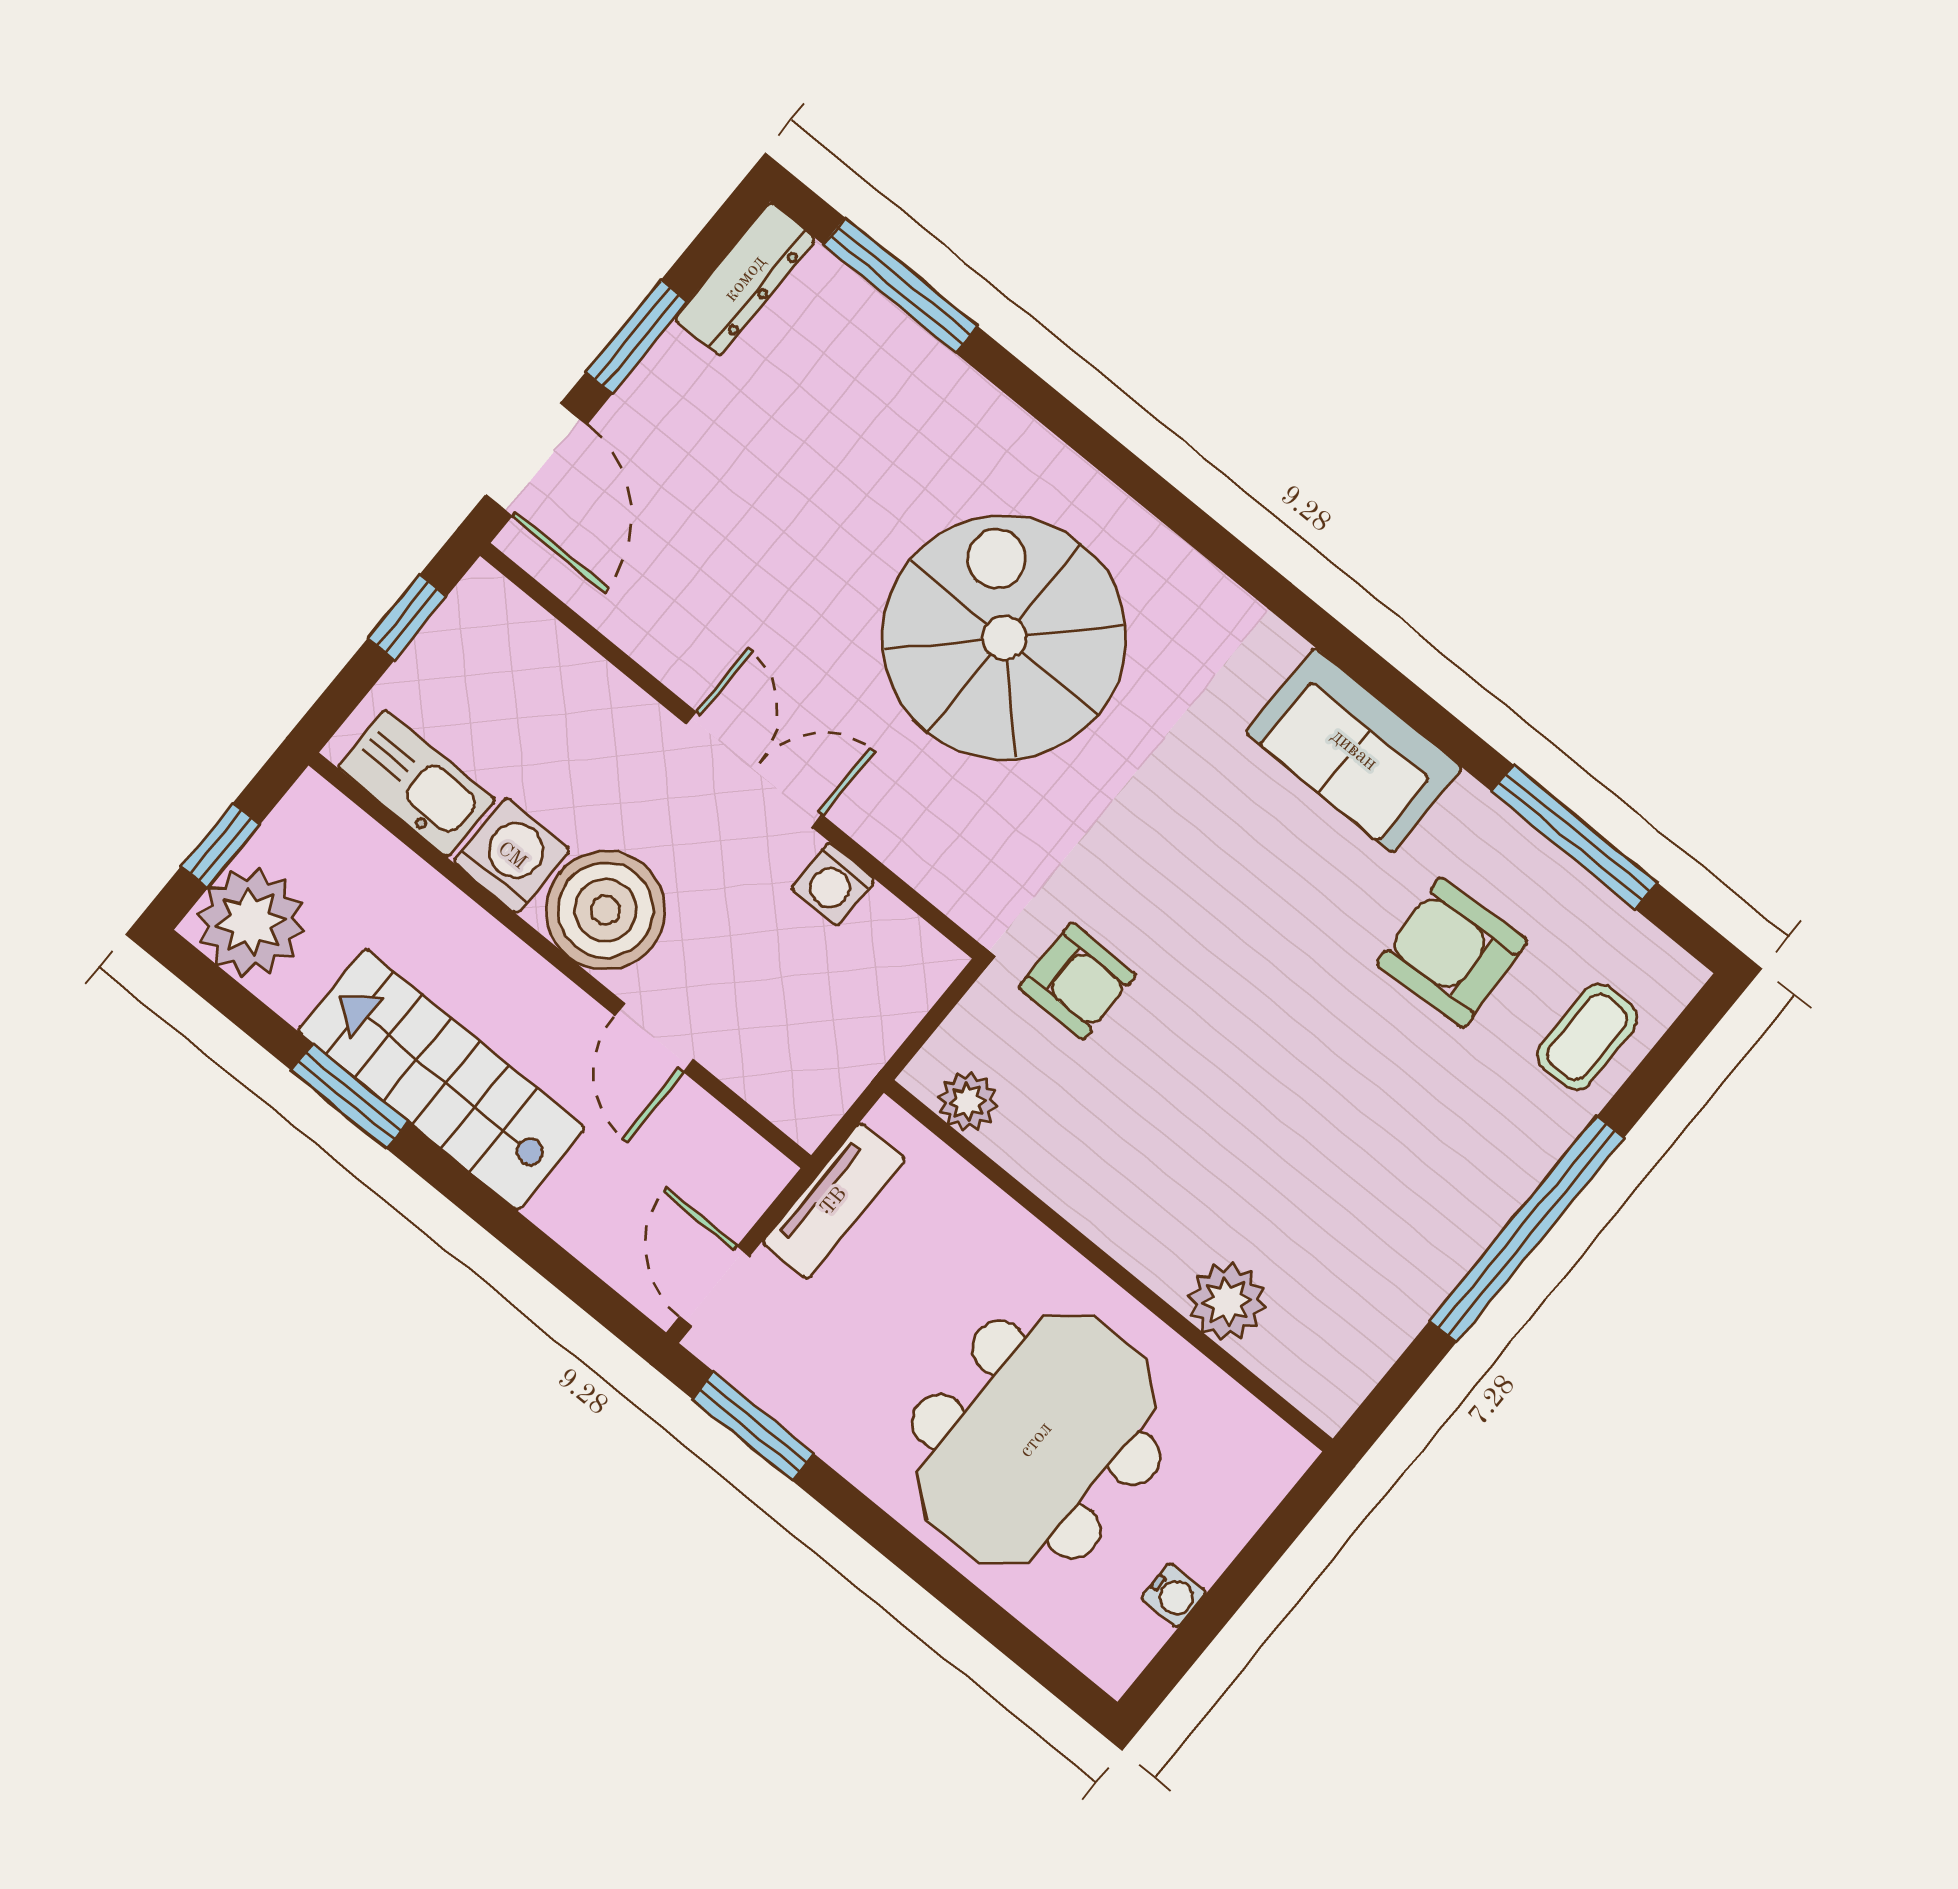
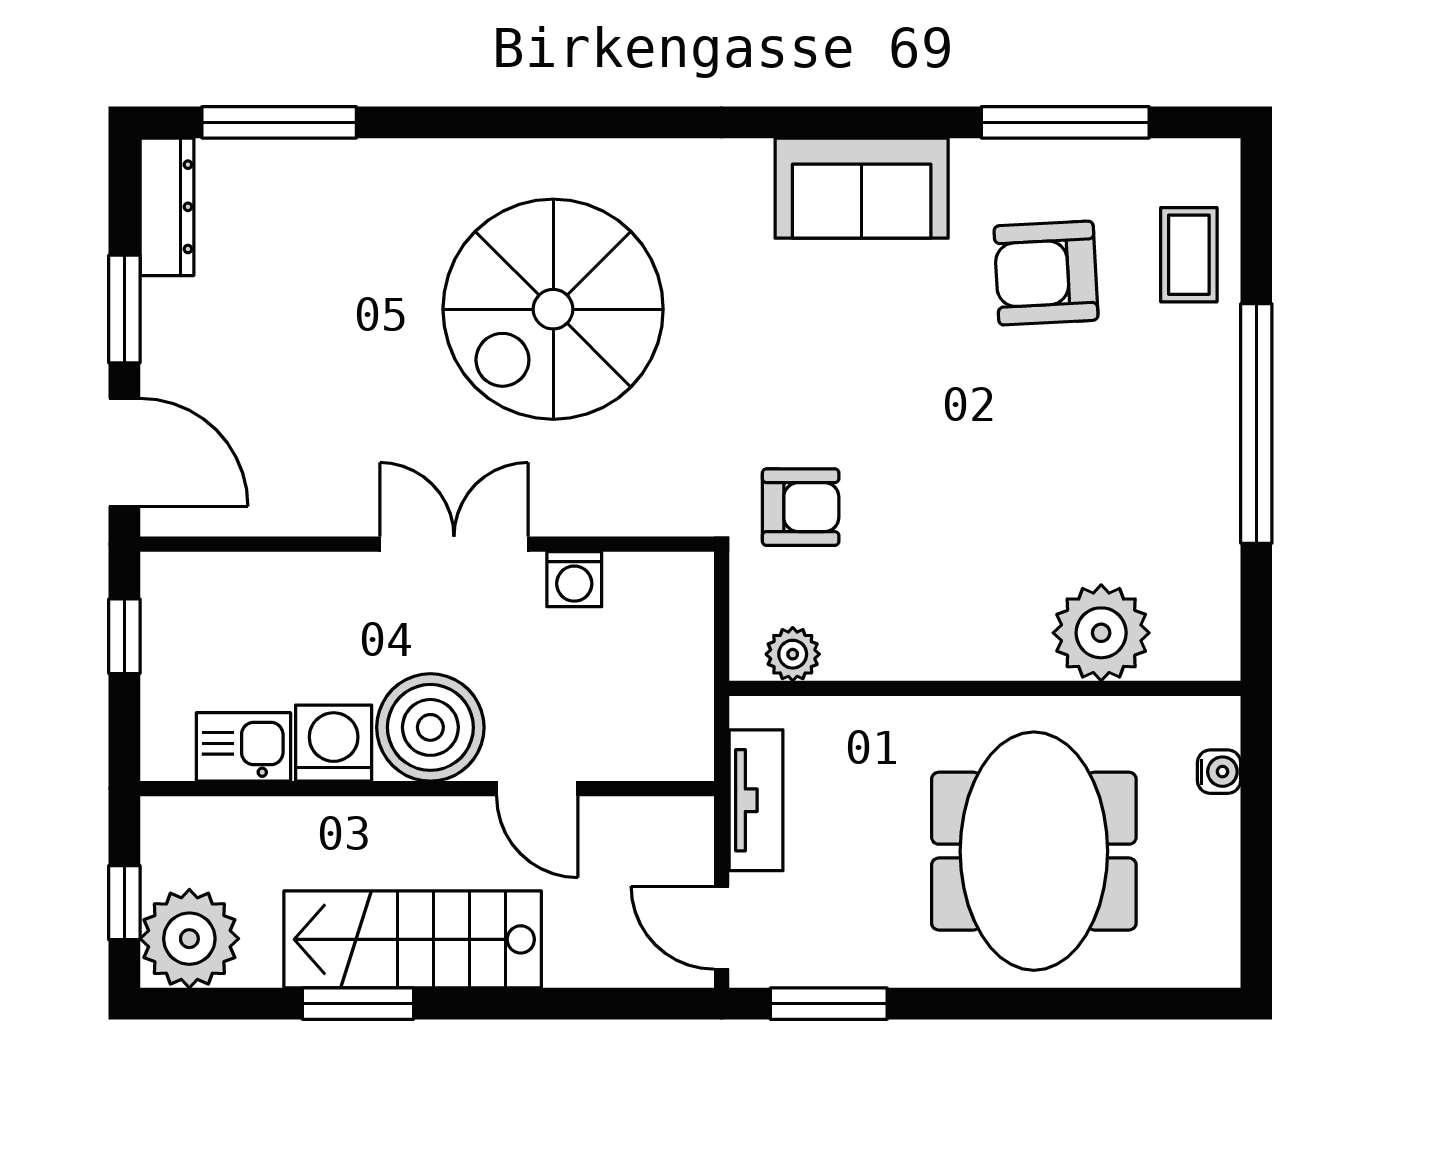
spiral stairs: (1004, 638) -> (553, 309), turned -90
kitchen sink: (416, 783) -> (243, 747), width x0.73
plant: (1227, 1302) -> (1101, 633), width x1.36, depth x1.36
water cooler: (1174, 1595) -> (1219, 772), moved

